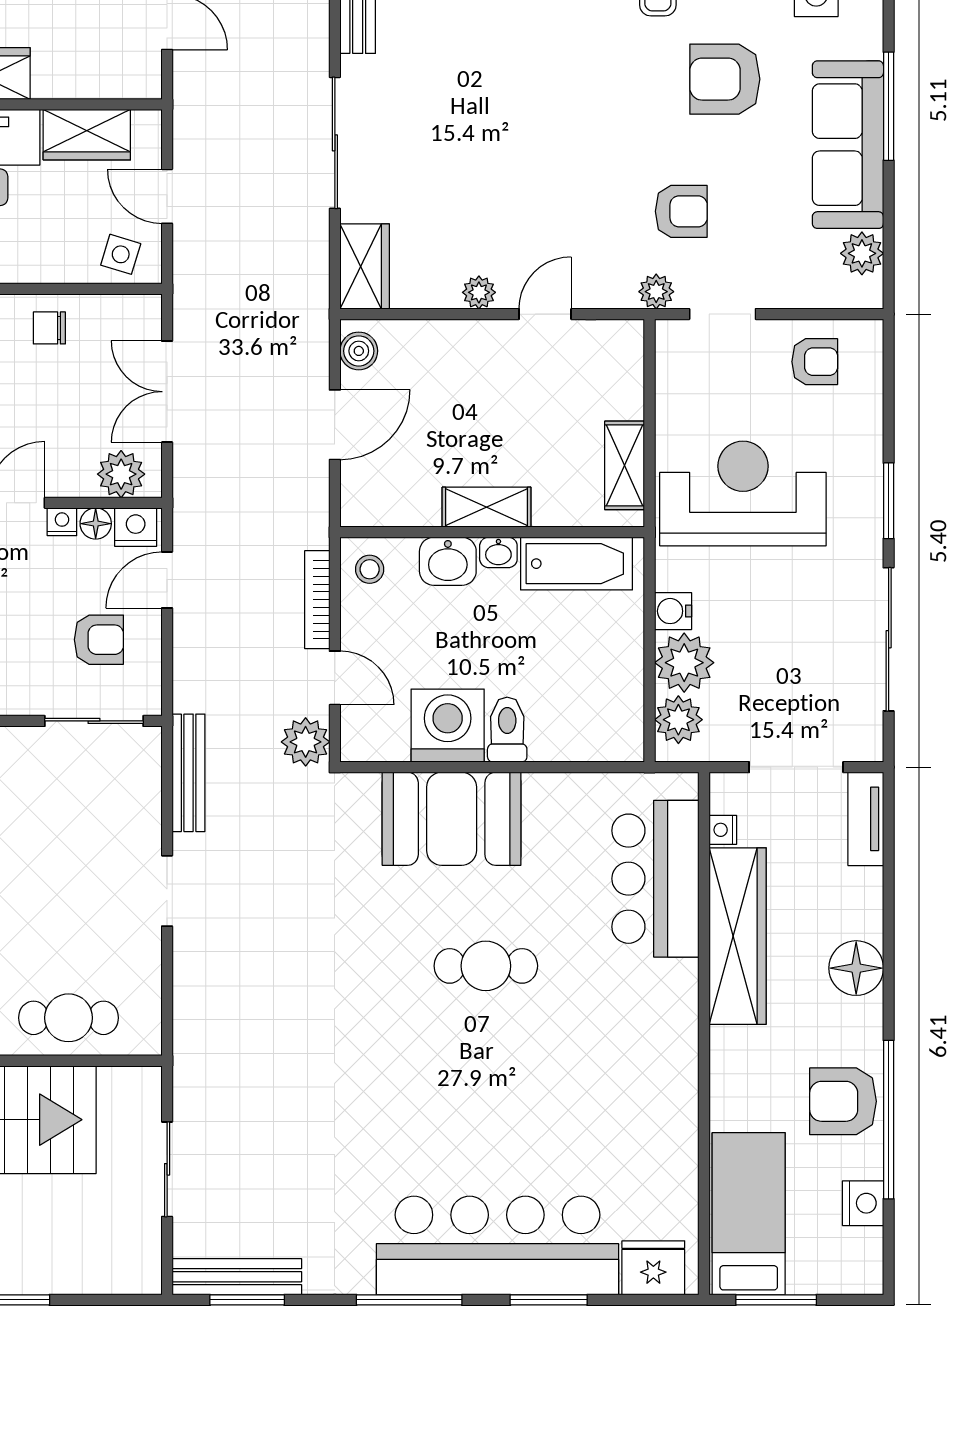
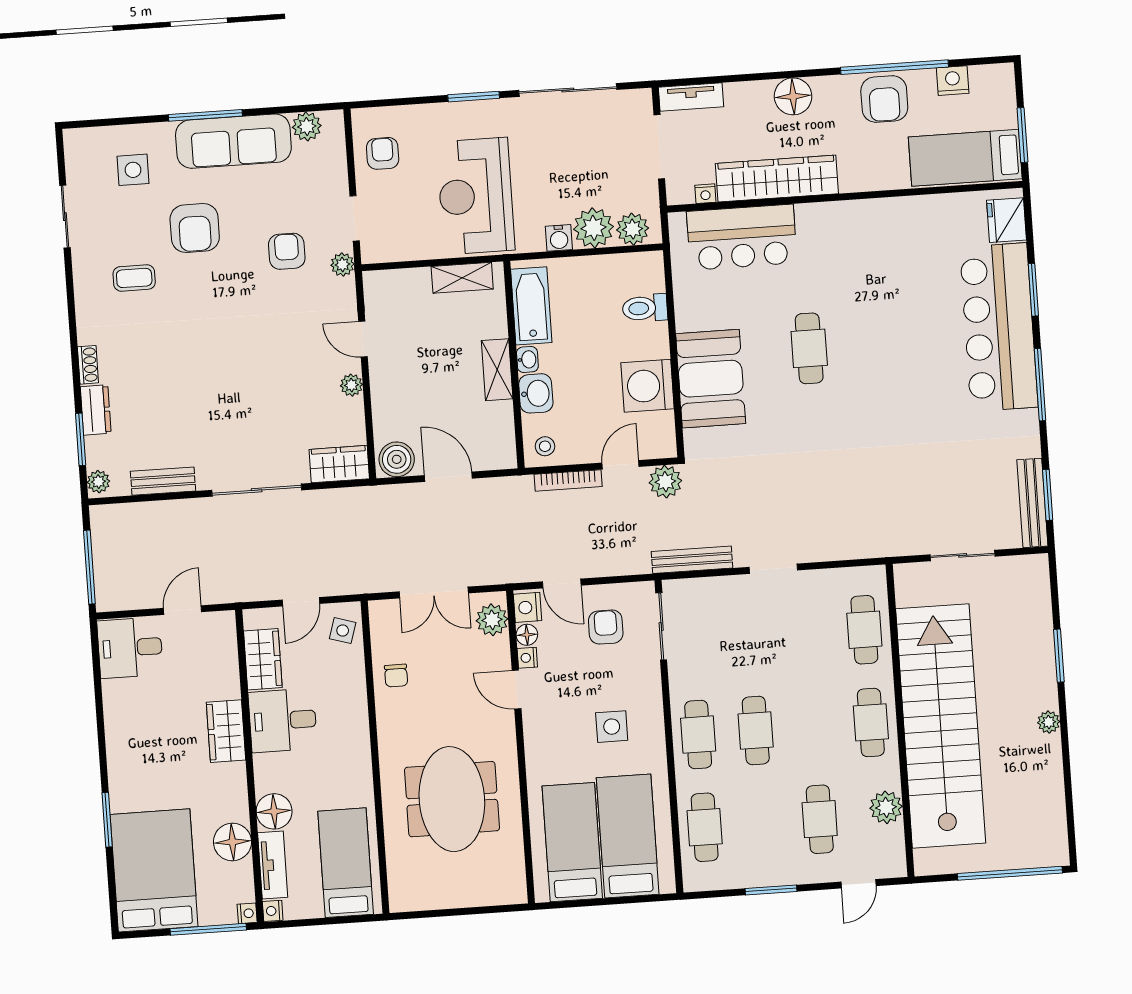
boiler: (359, 351) -> (397, 459), width x1.36, depth x1.36
toilet: (507, 730) -> (645, 308), moved

